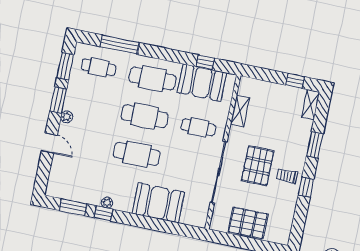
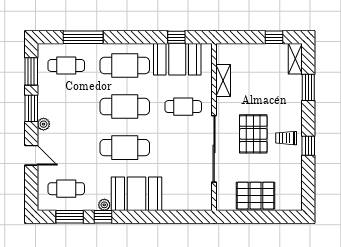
window: (315, 145) -> (308, 87), moved
cafe table: (75, 181) -> (66, 189), added
booth: (158, 203) -> (137, 194), moved

